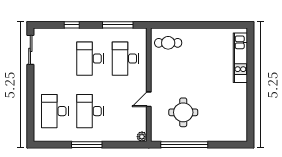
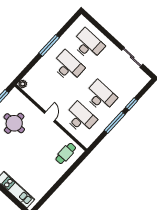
window: (118, 25) -> (115, 122), moved
sliding door: (30, 50) -> (132, 57), moved
door: (149, 99) -> (50, 117), moved

